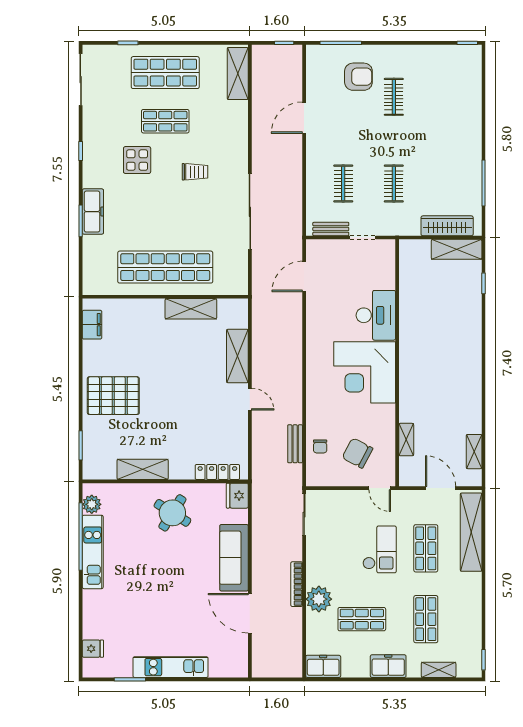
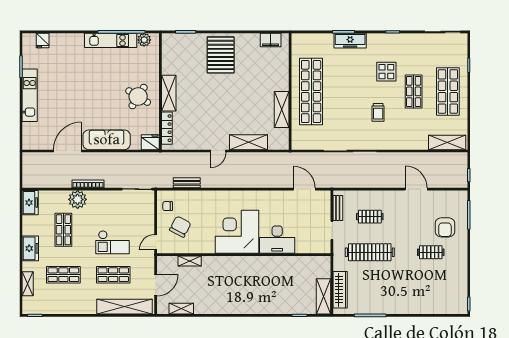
clothes rail: (394, 184) -> (370, 252), width x1.86, depth x1.31
chair: (320, 446) -> (168, 206), moved
shelving: (143, 469) -> (169, 93), moved

